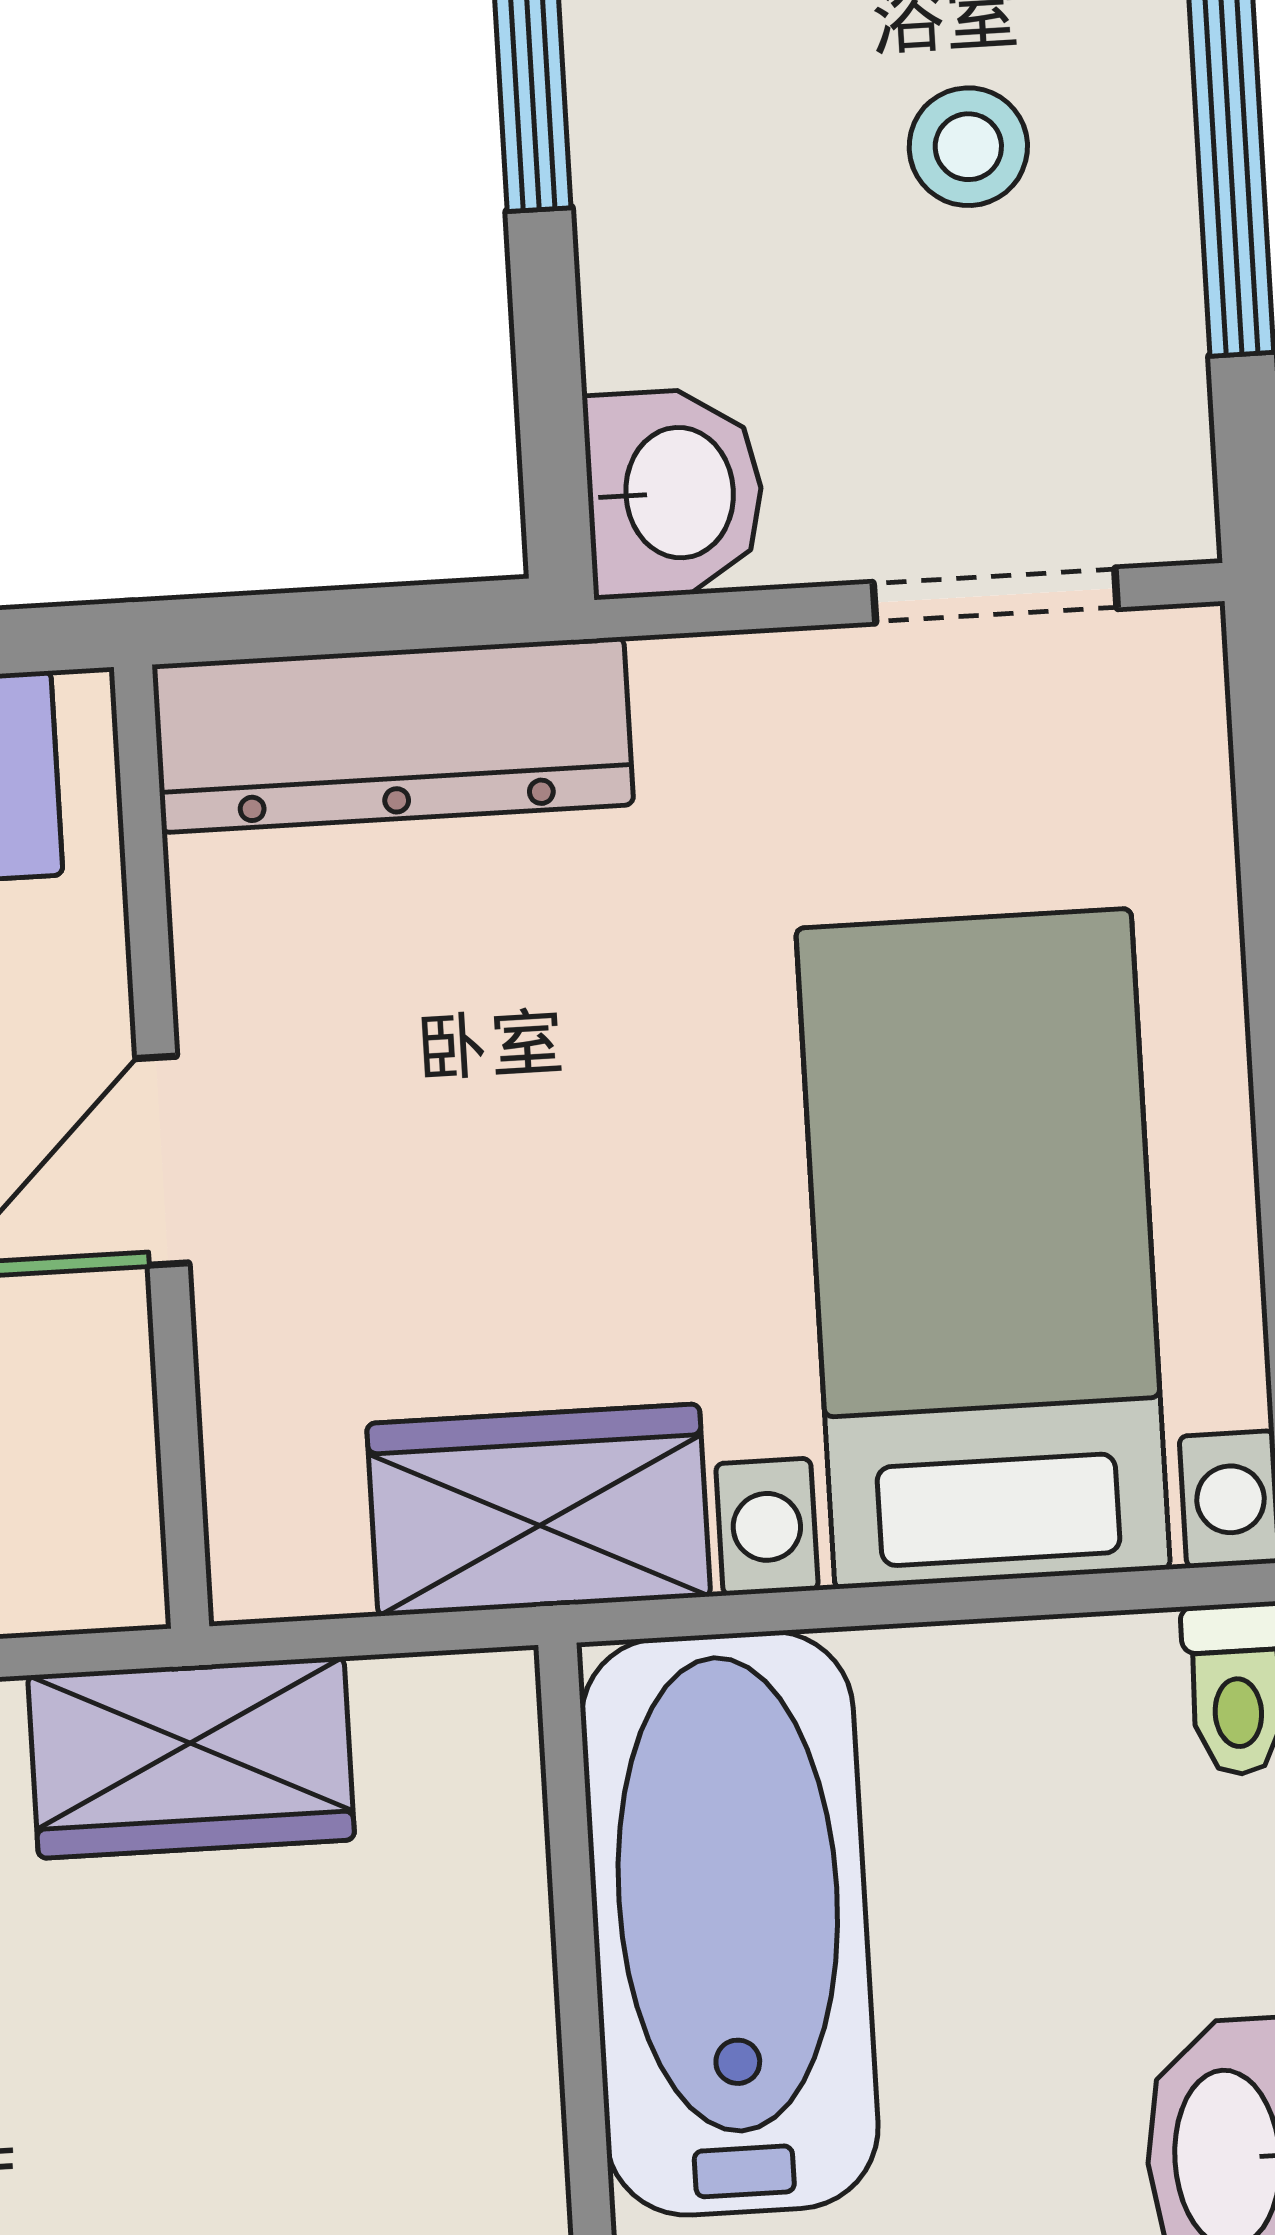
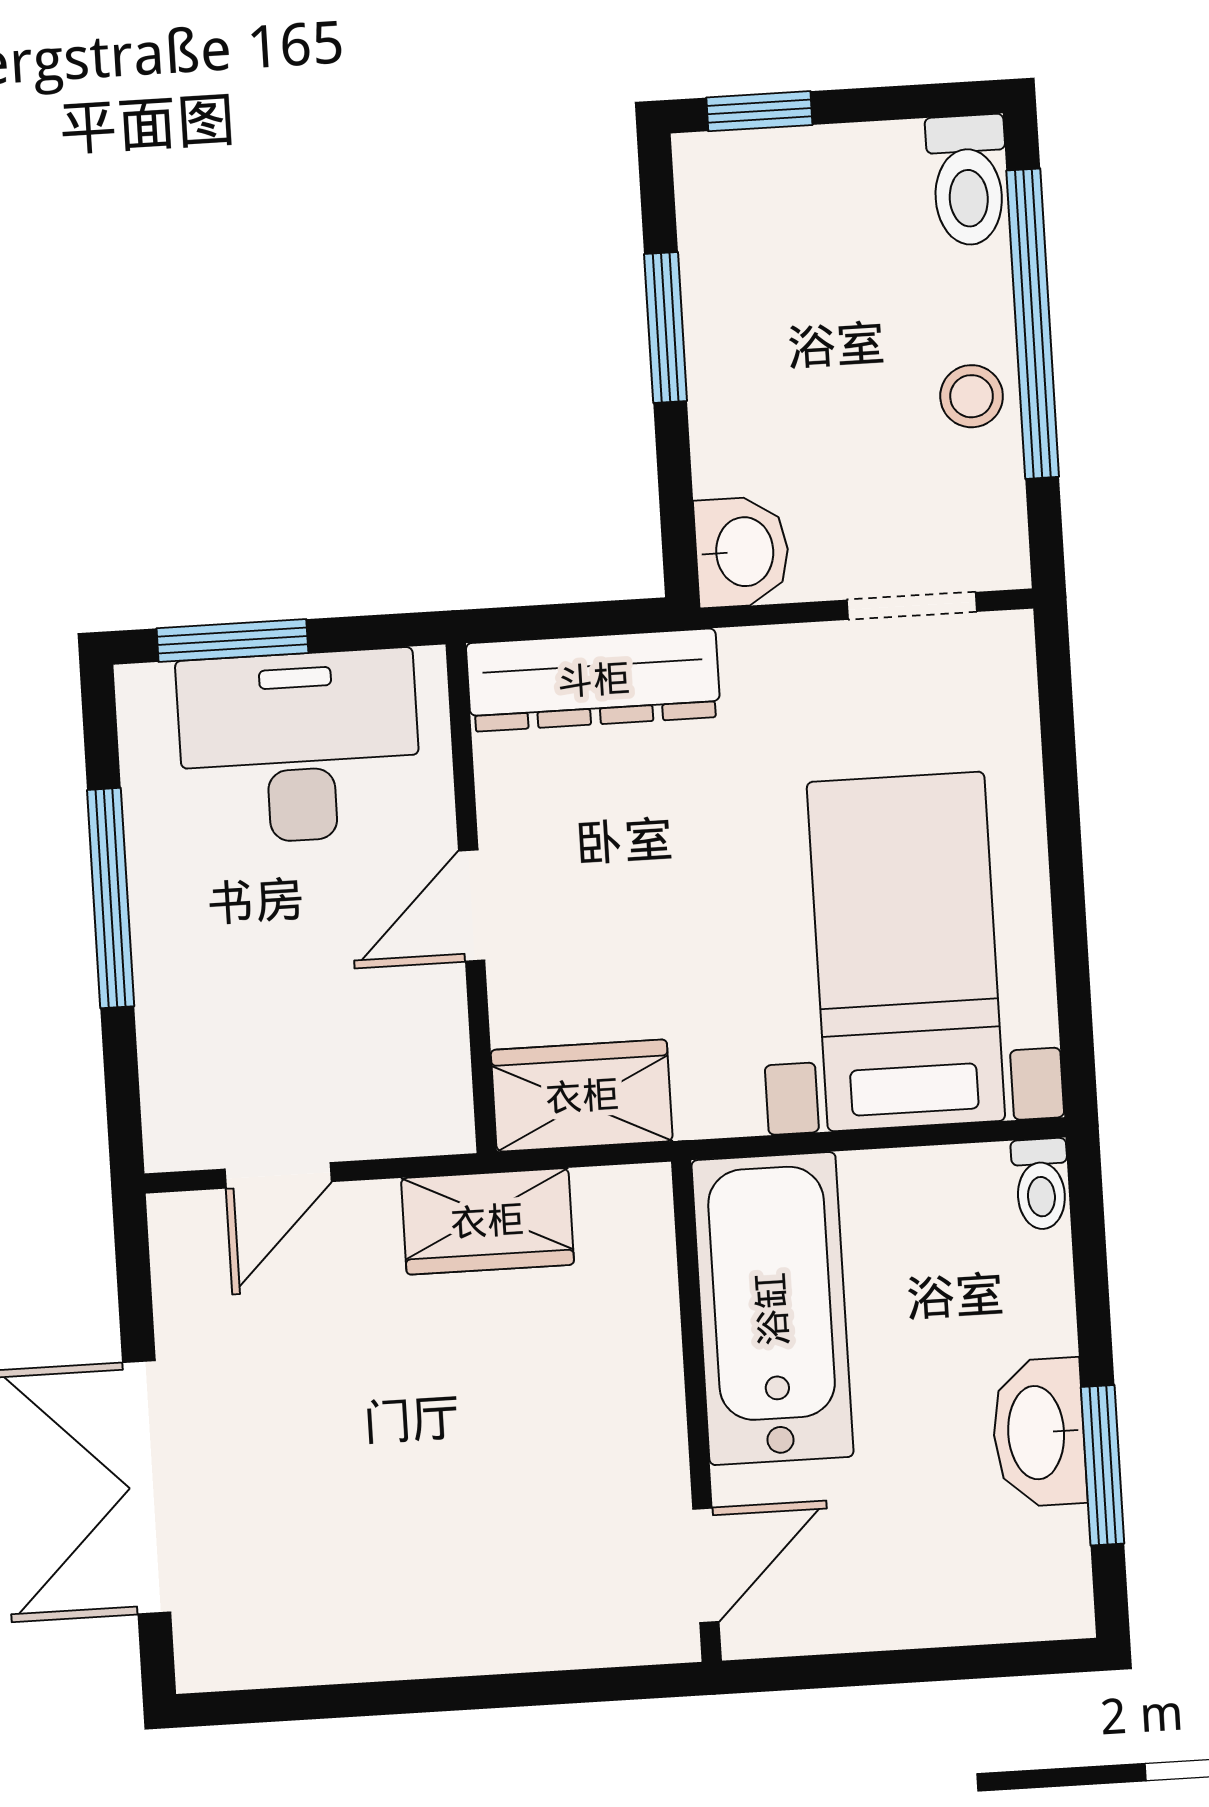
stool: (968, 147) -> (972, 396), moved
wardrobe: (539, 1510) -> (582, 1096), moved

